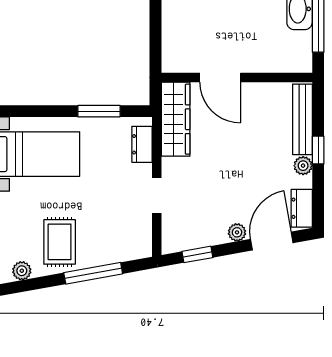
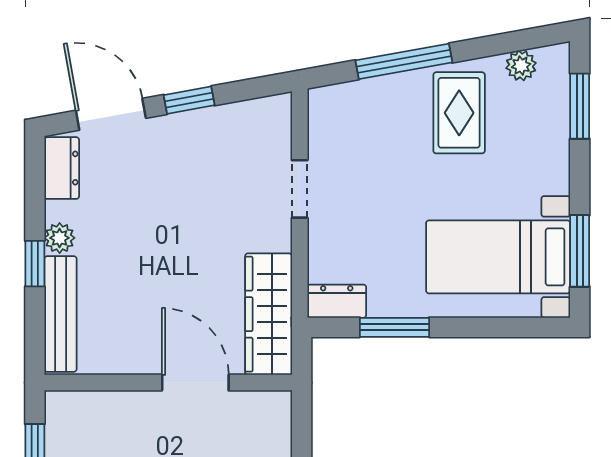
dresser: (142, 144) -> (337, 301), moved, turned -90
plant: (237, 232) -> (168, 128), removed
door: (272, 241) -> (111, 114), swing flipped
window: (197, 254) -> (189, 100), moved

